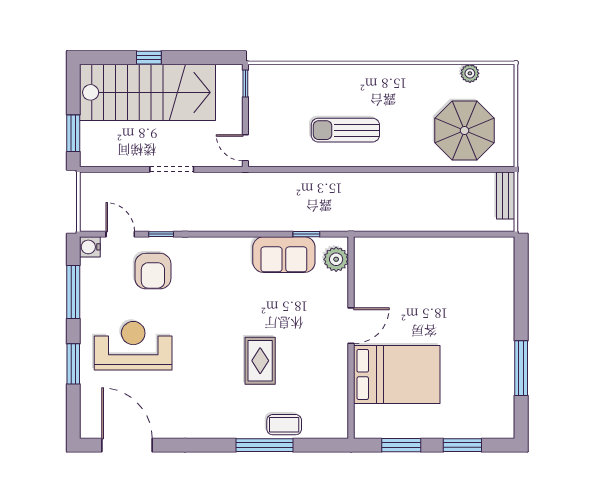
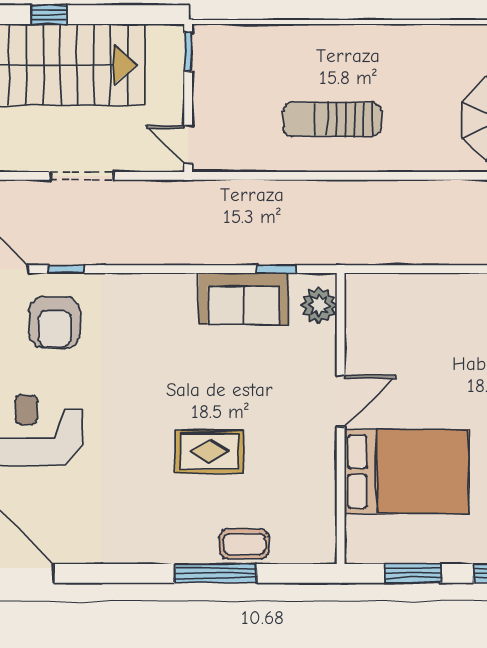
rug: (260, 361) -> (209, 452), turned 90

